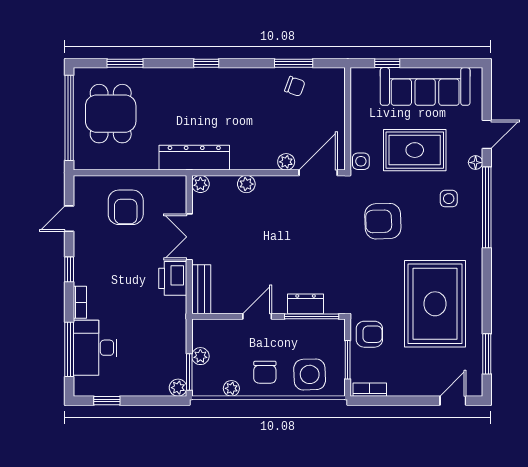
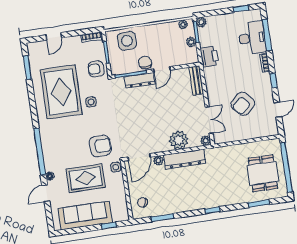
chair: (295, 86) -> (142, 202), moved
dresser: (194, 158) -> (185, 159), moved
plant: (246, 184) -> (179, 140), width x1.87, depth x1.87
side table: (449, 199) -> (91, 102), moved
armchair: (126, 207) -> (243, 104), moved, turned -132
armchair: (383, 221) -> (100, 146), moved
double door: (189, 237) -> (209, 120), moved
printer: (173, 278) -> (209, 57), moved
dresser: (306, 304) -> (140, 80), width x1.44
chair: (265, 372) -> (145, 63), moved
plant: (231, 388) -> (183, 24), moved
door: (453, 401) -> (54, 36), moved

